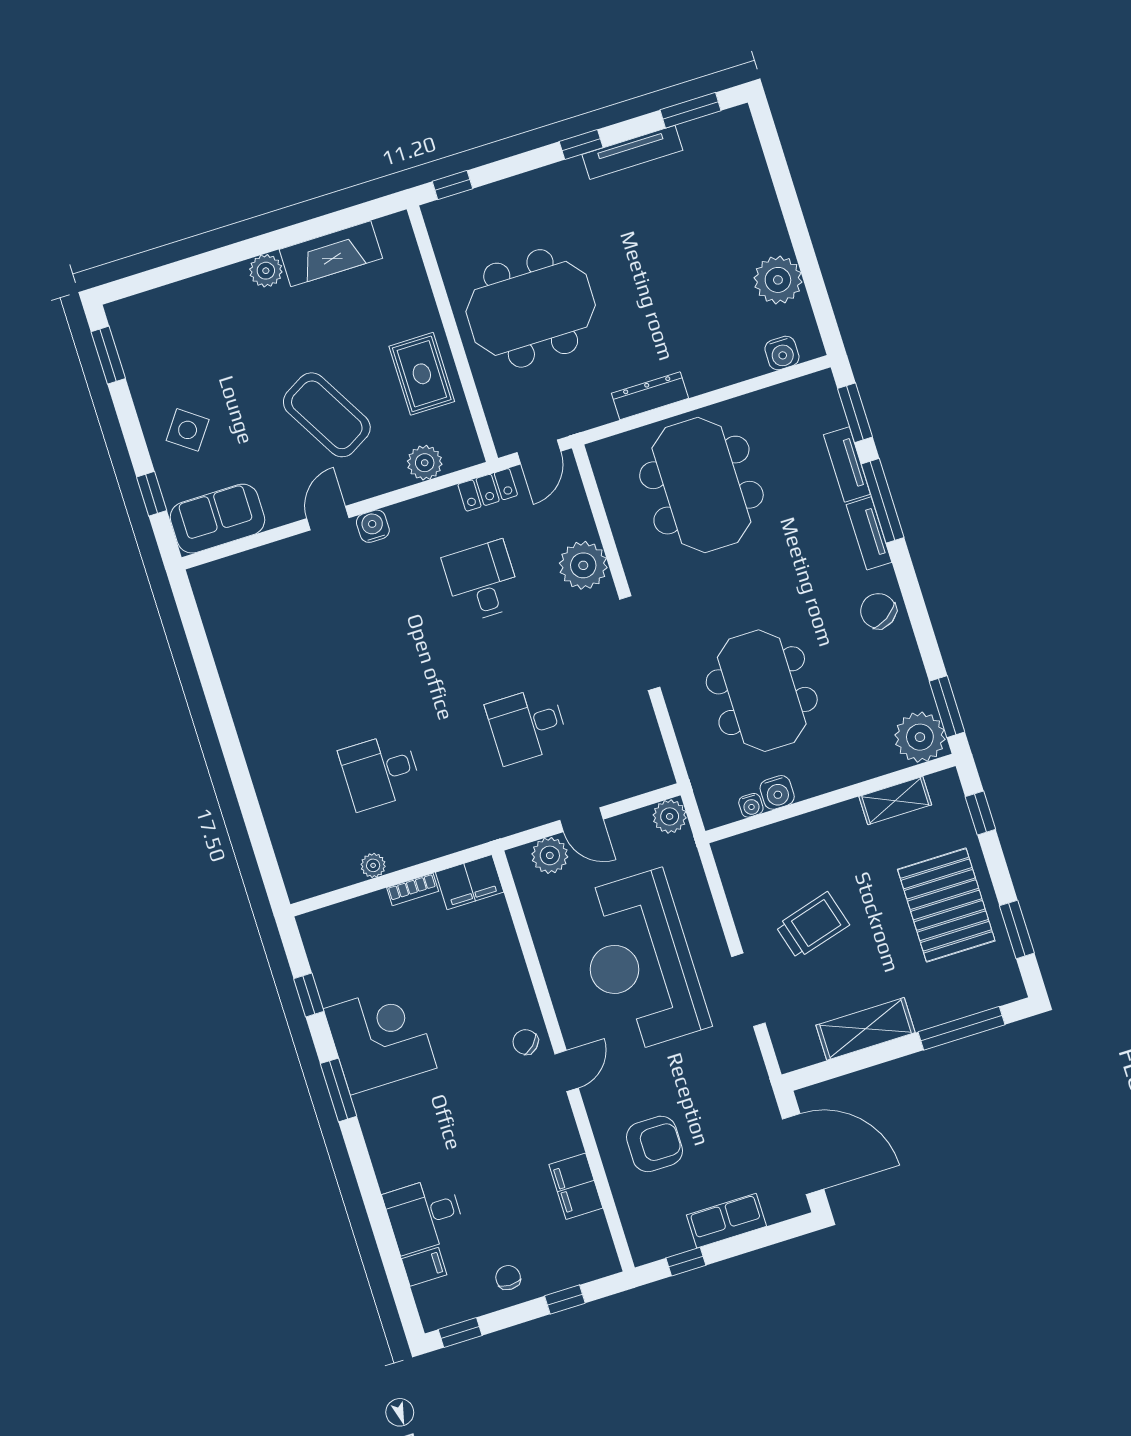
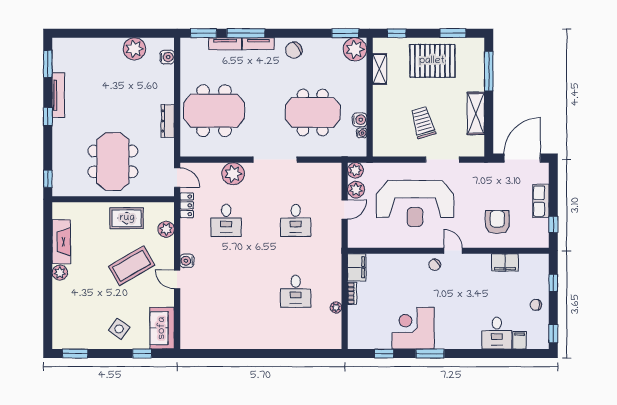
desk: (482, 581) -> (226, 220), turned -90
plant: (550, 855) -> (356, 190), moved

